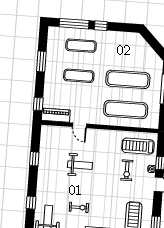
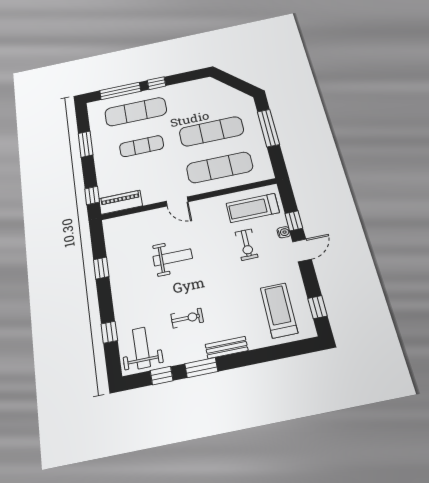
exercise mat: (81, 46) -> (136, 112), width x1.36, depth x1.45
door: (79, 125) -> (177, 202), moved

